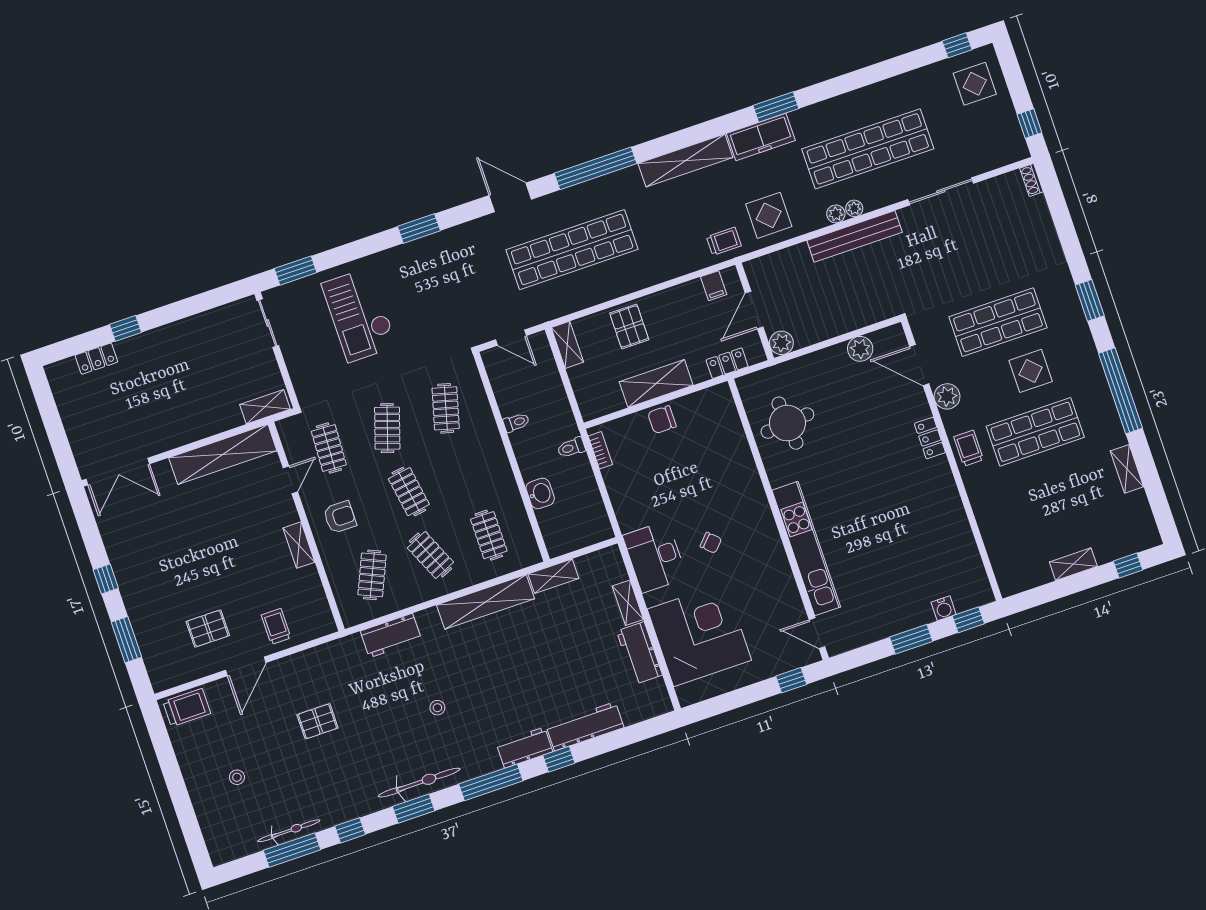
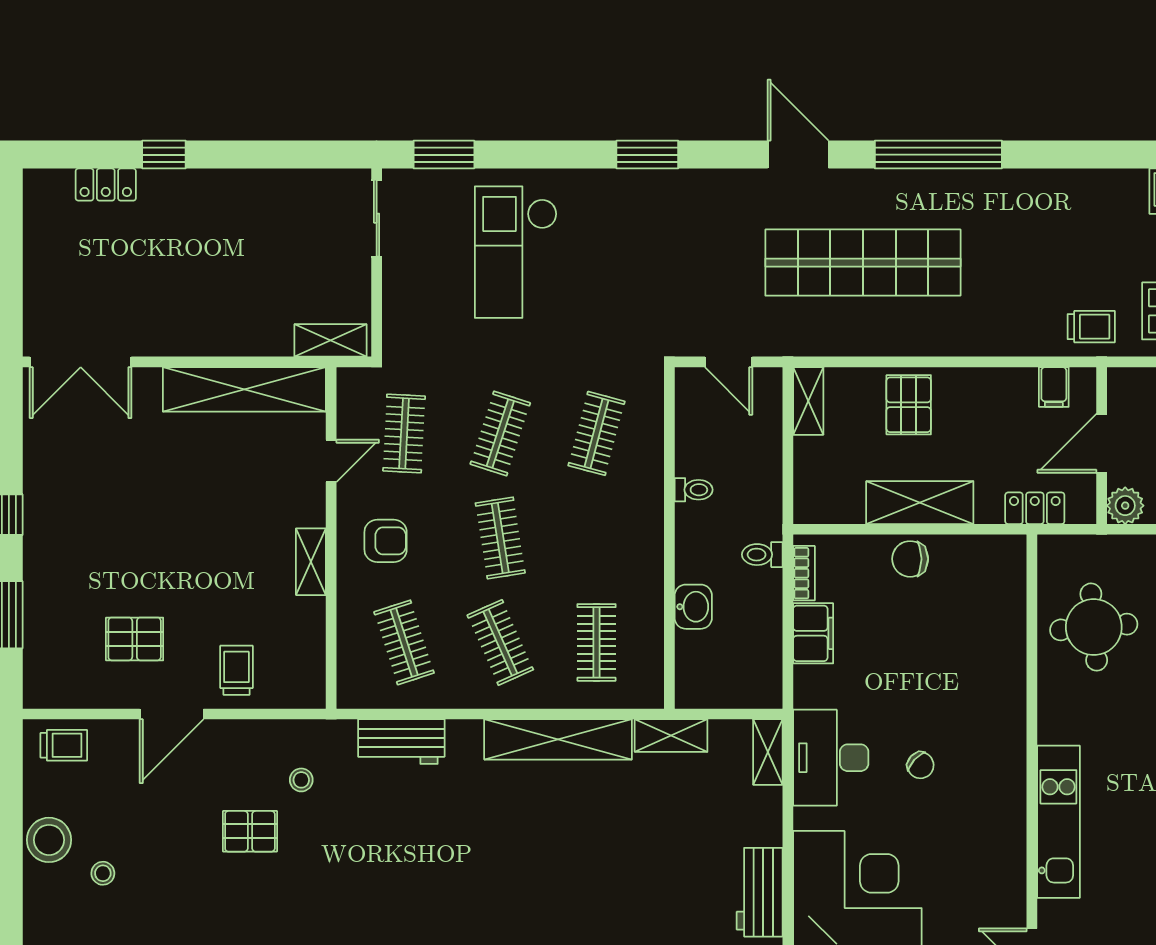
shelving: (685, 160) -> (1075, 188), removed
filing cabinet: (618, 485) -> (813, 633), added
kitchen unit: (806, 549) -> (1058, 822), width x0.73
clothes rail: (372, 575) -> (404, 642), turned -42
shelving: (628, 603) -> (768, 752), moved
trolley: (187, 708) -> (64, 745), width x0.73, depth x0.72
stool: (437, 708) -> (301, 780), moved
stool: (197, 768) -> (49, 840), added

